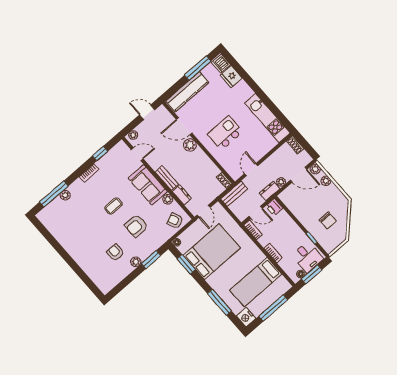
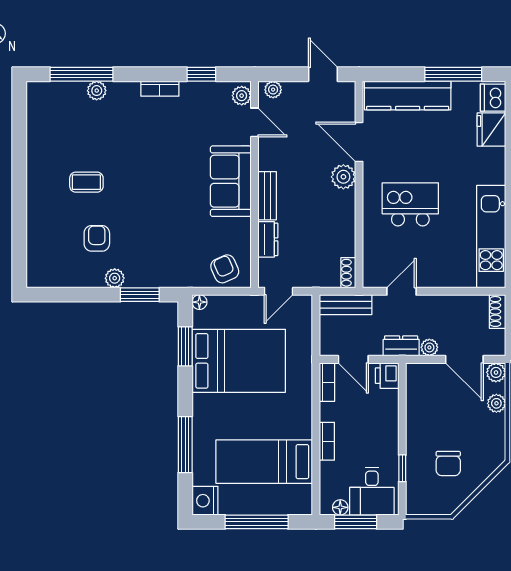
plant: (168, 199) -> (242, 96), moved
coffee table: (114, 206) -> (86, 182), moved
armchair: (136, 226) -> (162, 226), removed

